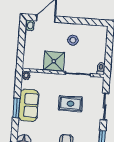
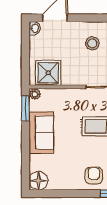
shower: (54, 61) -> (48, 73), moved
window: (16, 108) -> (26, 108), moved

